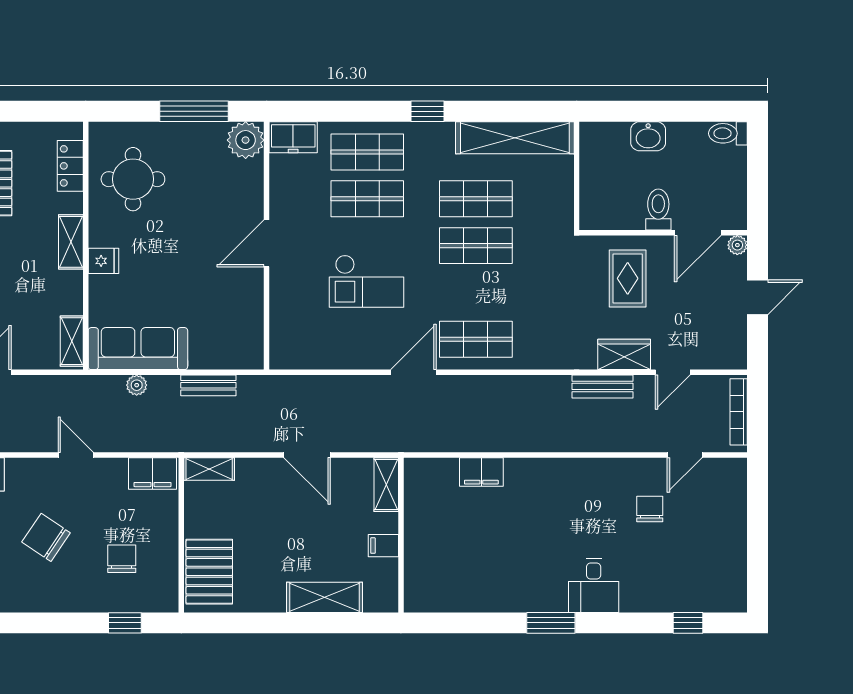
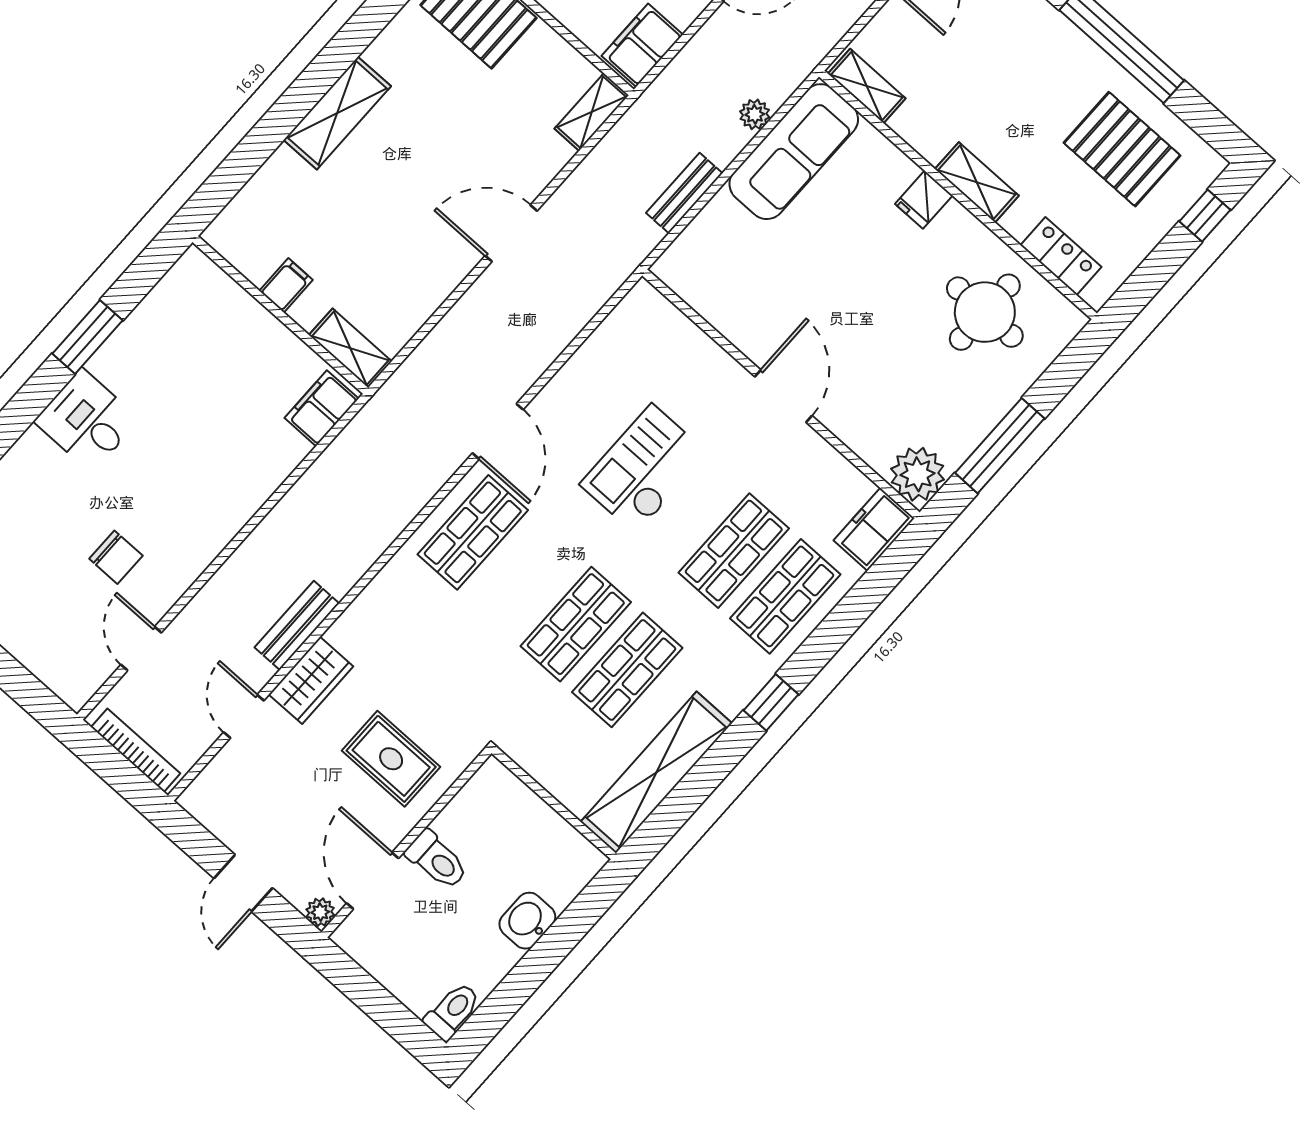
shelving: (386, 485) -> (350, 348), moved
wall: (401, 535) -> (280, 315), moved
filing cabinet: (383, 546) -> (286, 285), moved

